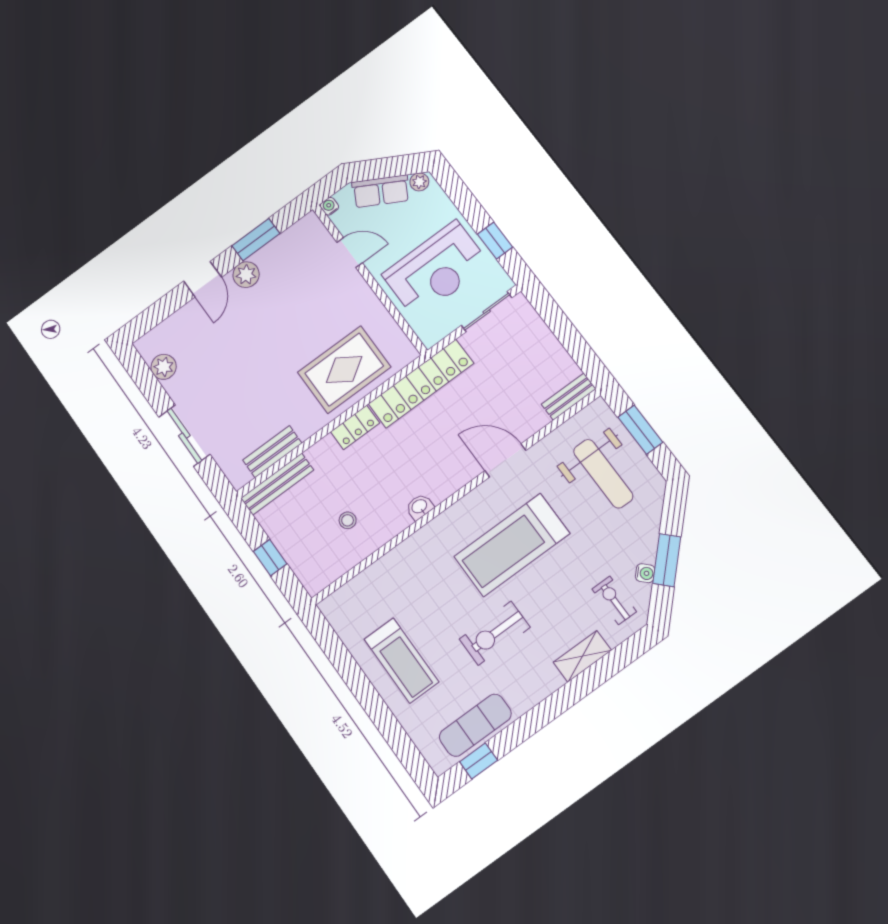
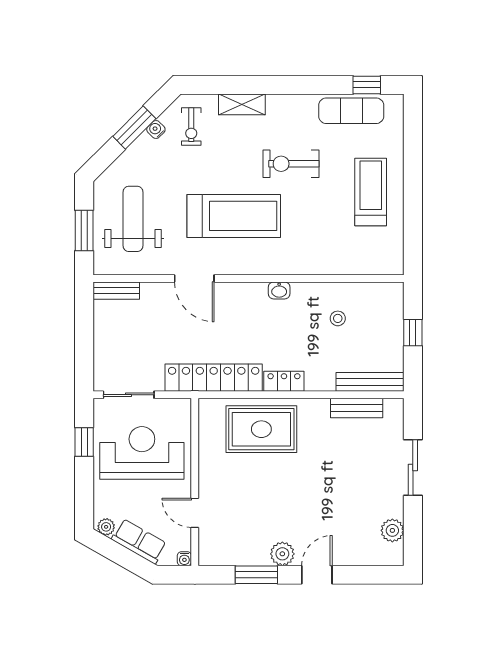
exercise bike: (495, 633) -> (291, 164), turned 180

